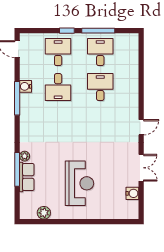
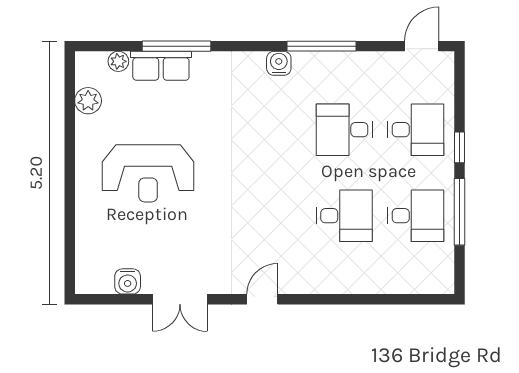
water cooler: (26, 86) -> (279, 63), moved
door: (141, 127) -> (262, 299), swing flipped
plant: (25, 156) -> (118, 61), moved

